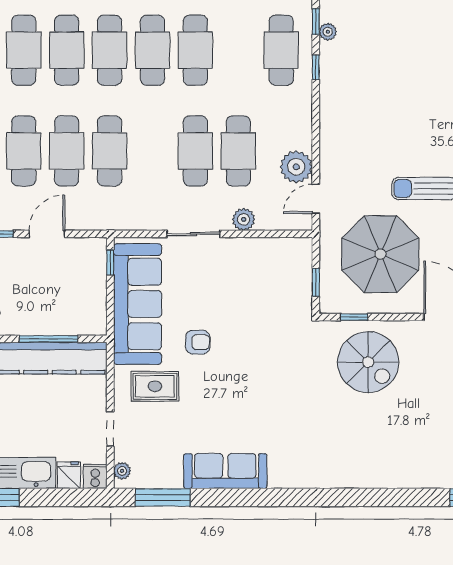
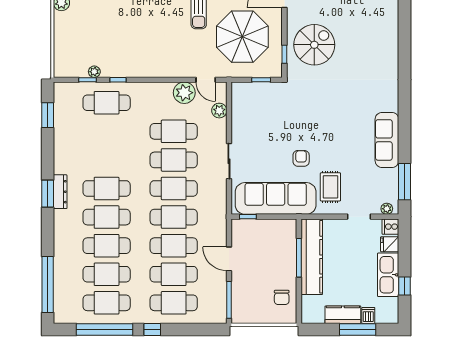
cafe table: (195, 50) -> (174, 188), moved
plant: (244, 219) -> (219, 111), moved

